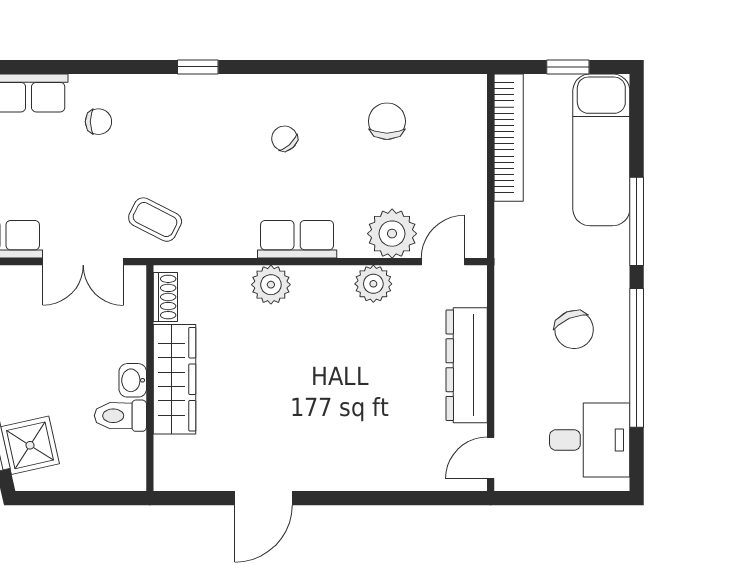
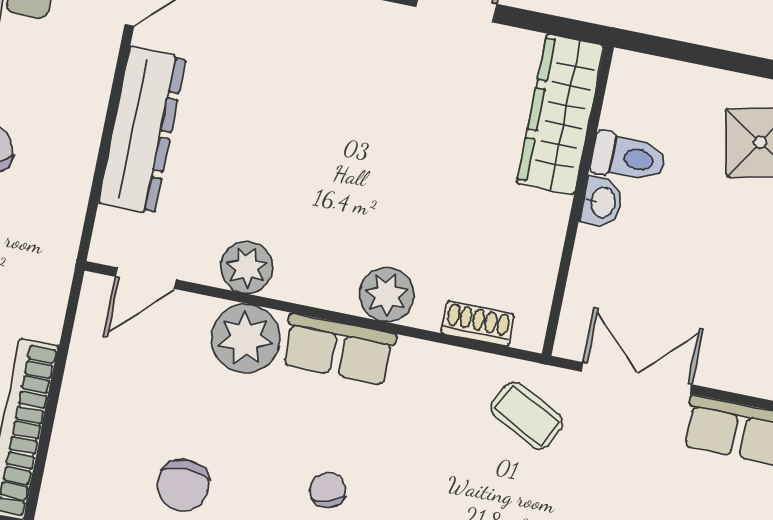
chair: (284, 138) -> (328, 490), turned -153
plant: (392, 234) -> (246, 338), moved
shoe rack: (165, 297) -> (478, 324), moved, turned 90
wardrobe: (175, 379) -> (560, 114), moved

